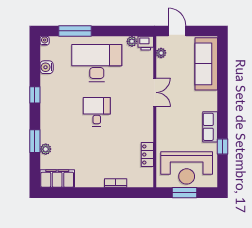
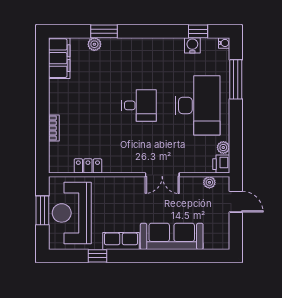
door: (177, 31) -> (236, 202), hinge flipped
sofa: (206, 64) -> (172, 236), moved
window: (35, 95) -> (198, 31), moved

